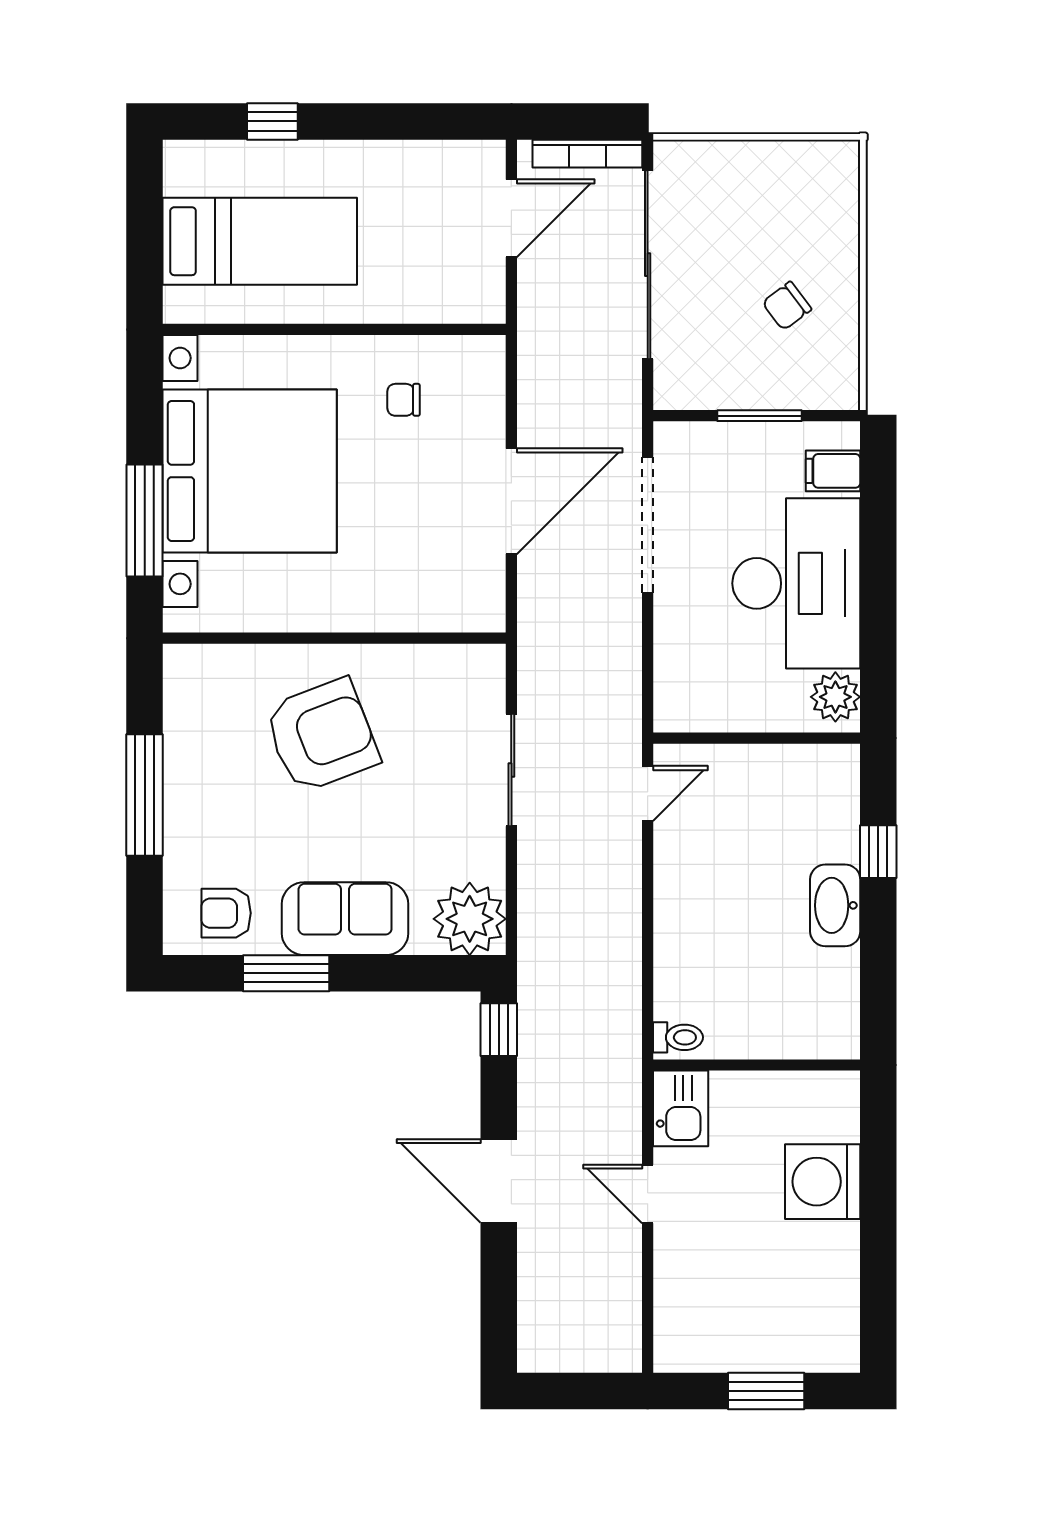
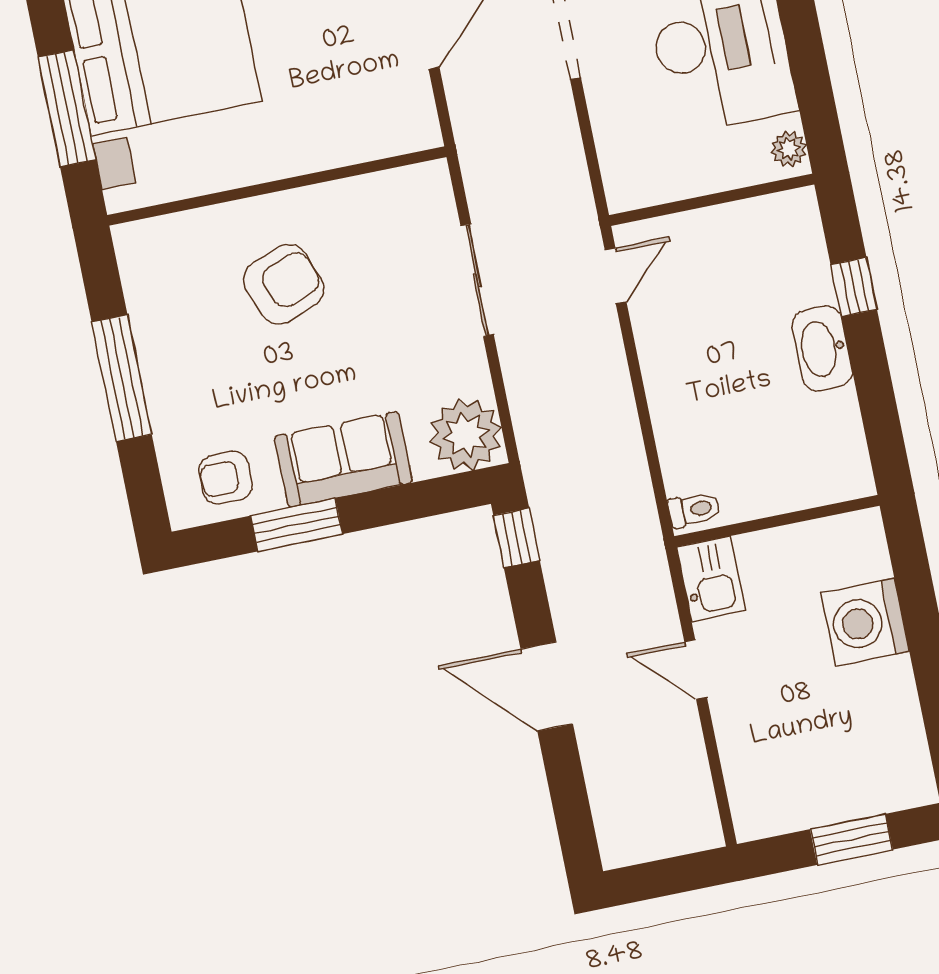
plant: (835, 697) -> (789, 149), width x0.73, depth x0.73
armchair: (322, 736) -> (284, 284), width x0.73, depth x0.73

